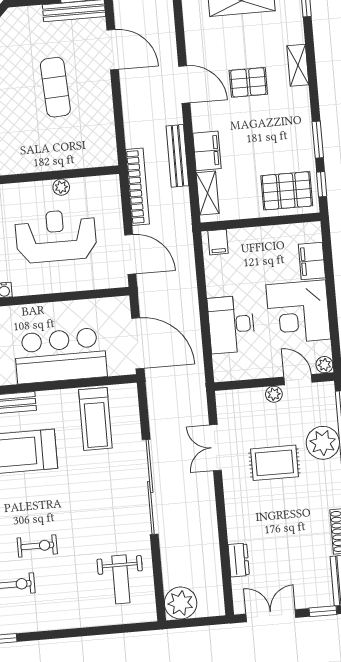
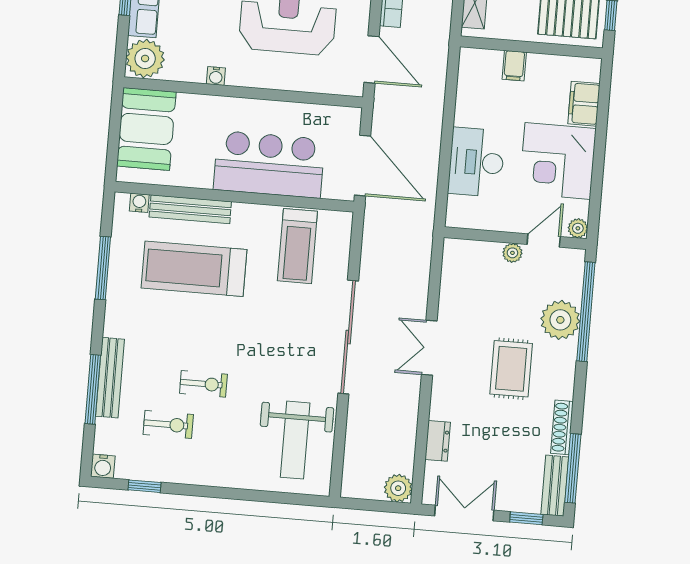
filing cabinet: (218, 242) -> (514, 66), moved
door: (298, 380) -> (544, 241), hinge flipped
double door: (215, 448) -> (429, 348), moved
rug: (274, 463) -> (511, 369), moved, turned 90
weight bench: (121, 579) -> (295, 440), width x1.36, depth x1.33
plant: (181, 603) -> (398, 488), moved, width x0.73, depth x0.73

